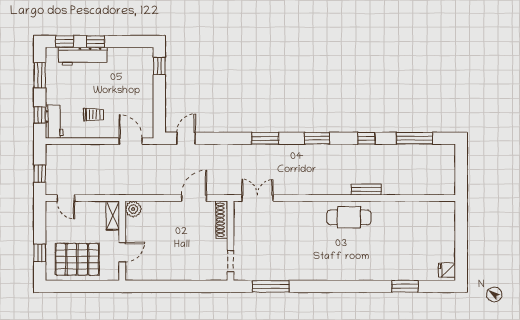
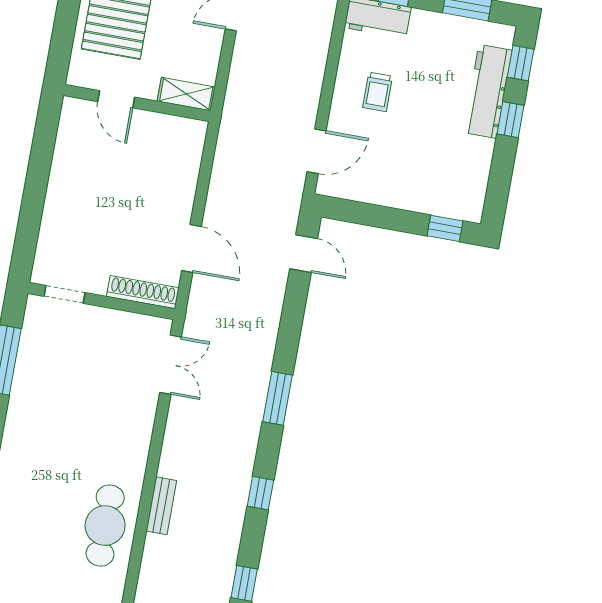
window: (317, 138) -> (260, 493), width x0.67
bench: (366, 190) -> (161, 506), moved
plant: (133, 209) -> (191, 134), removed

